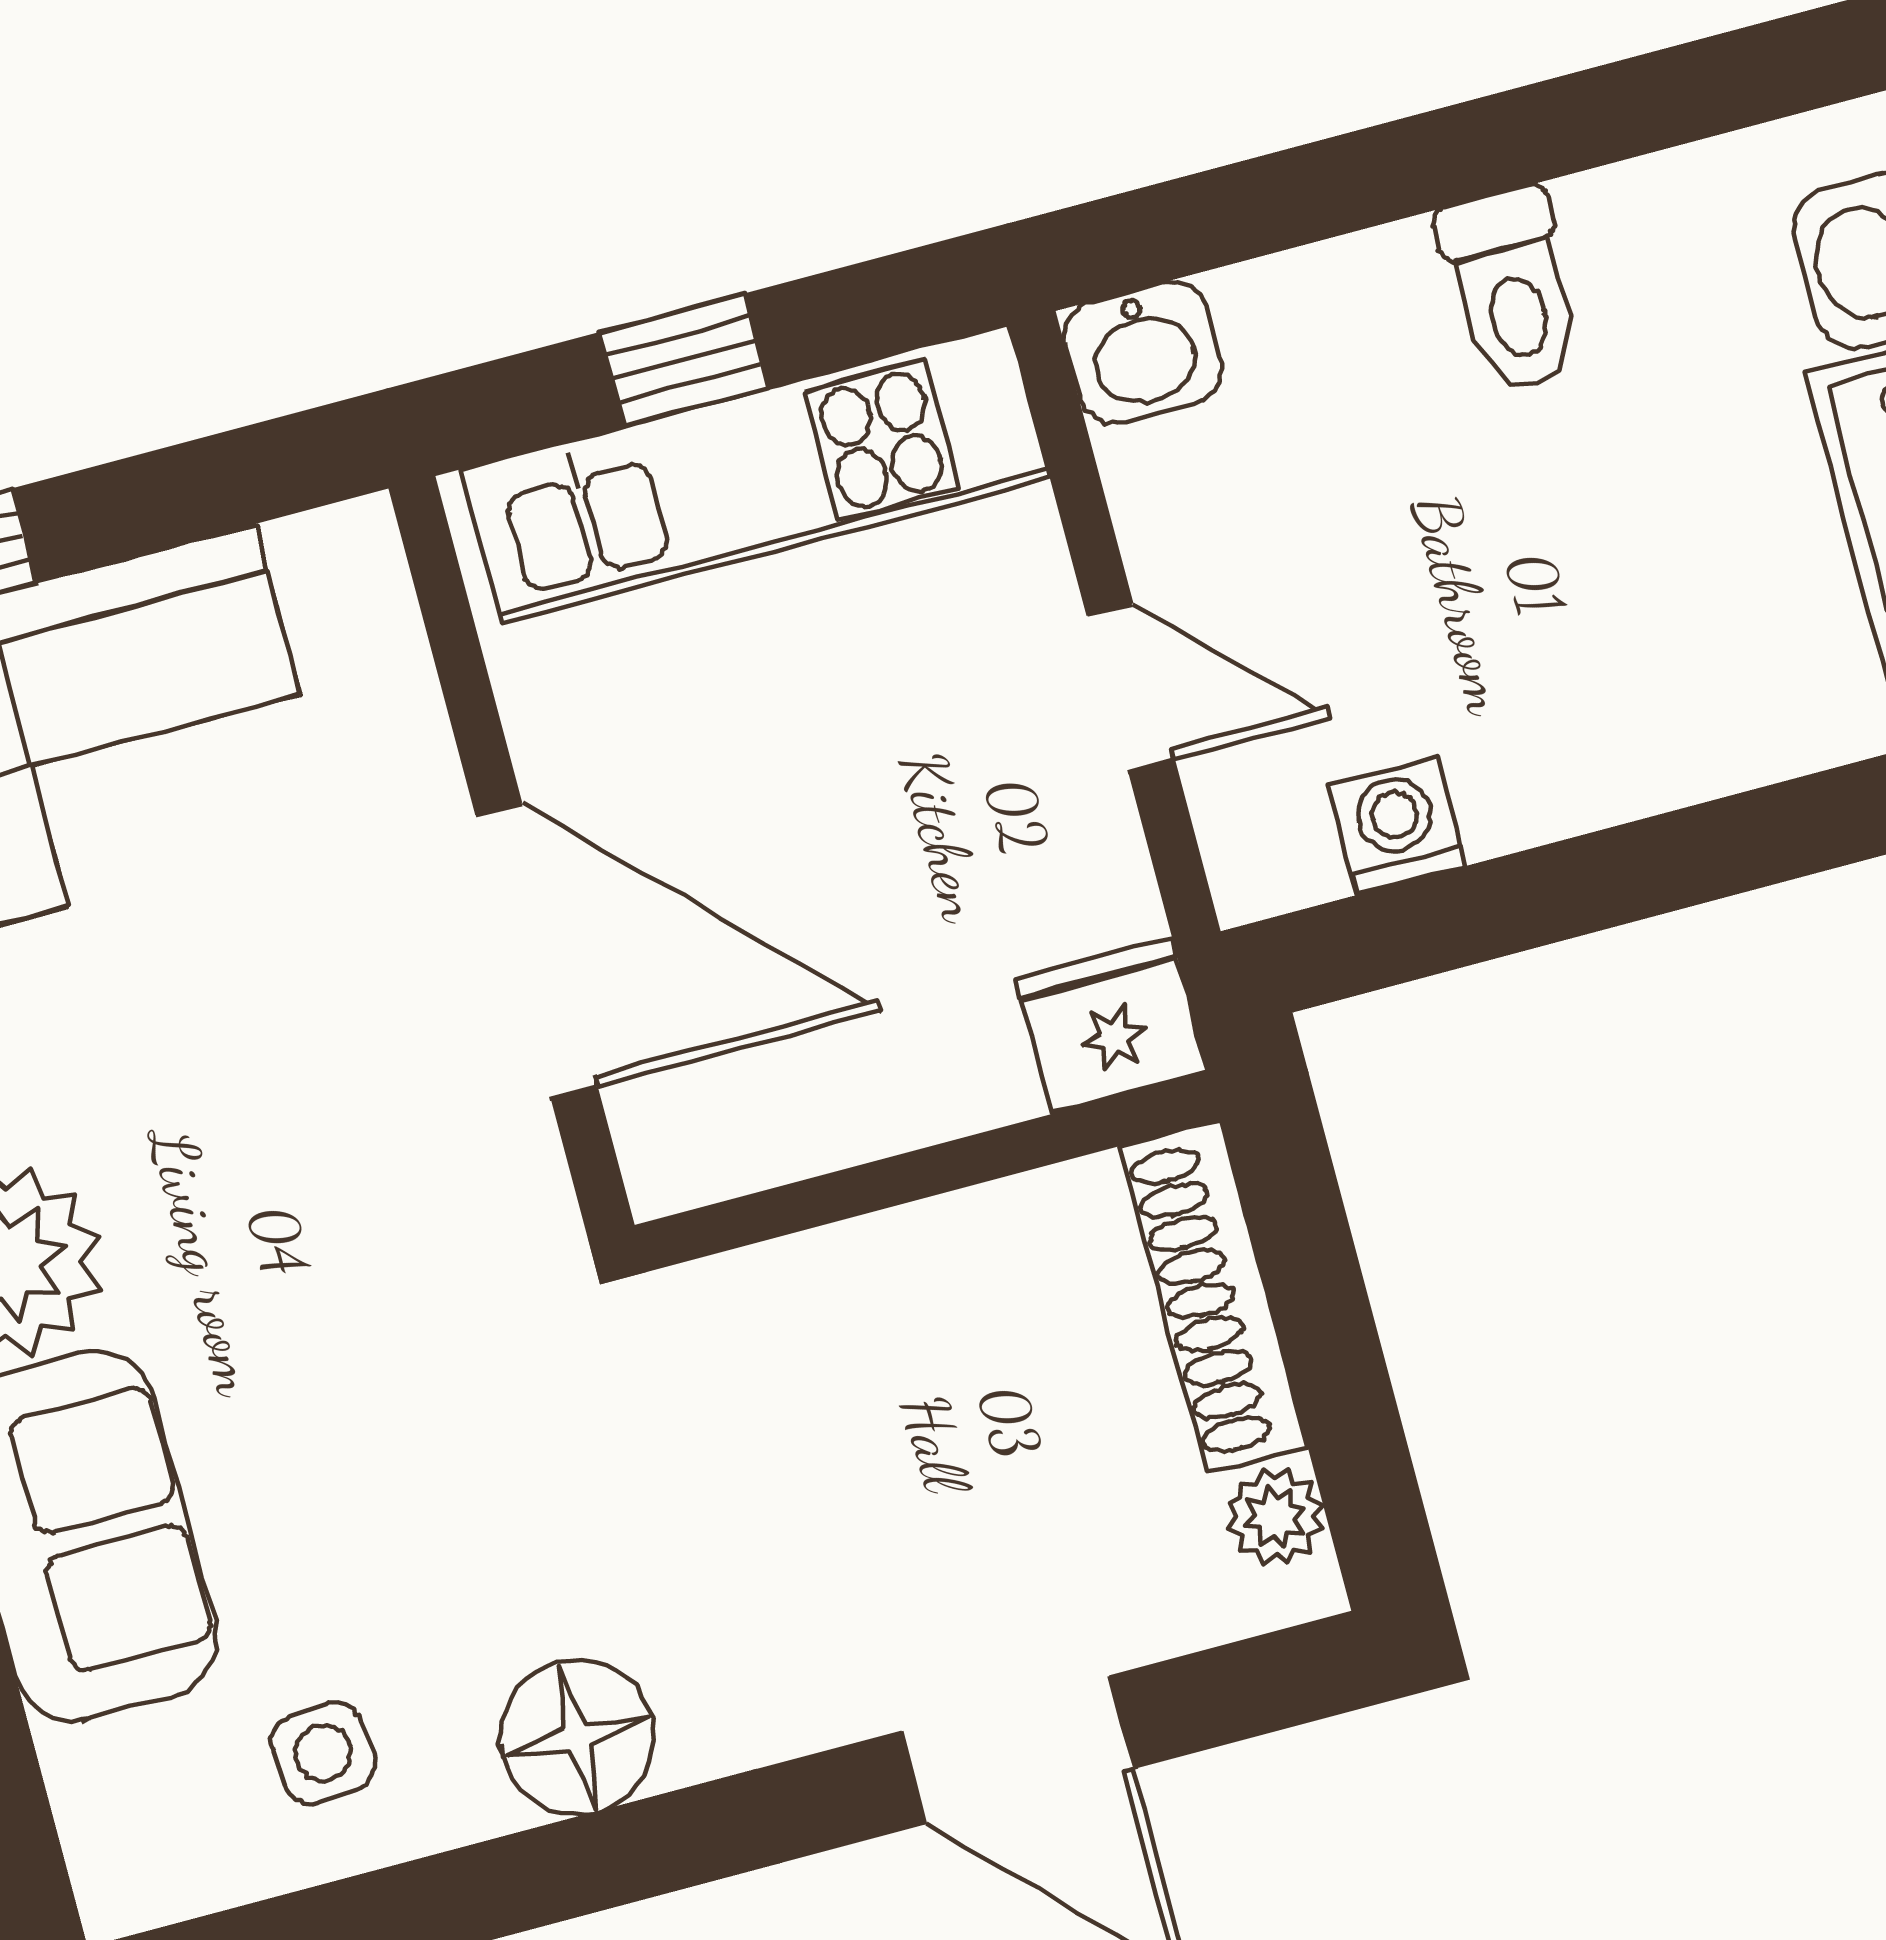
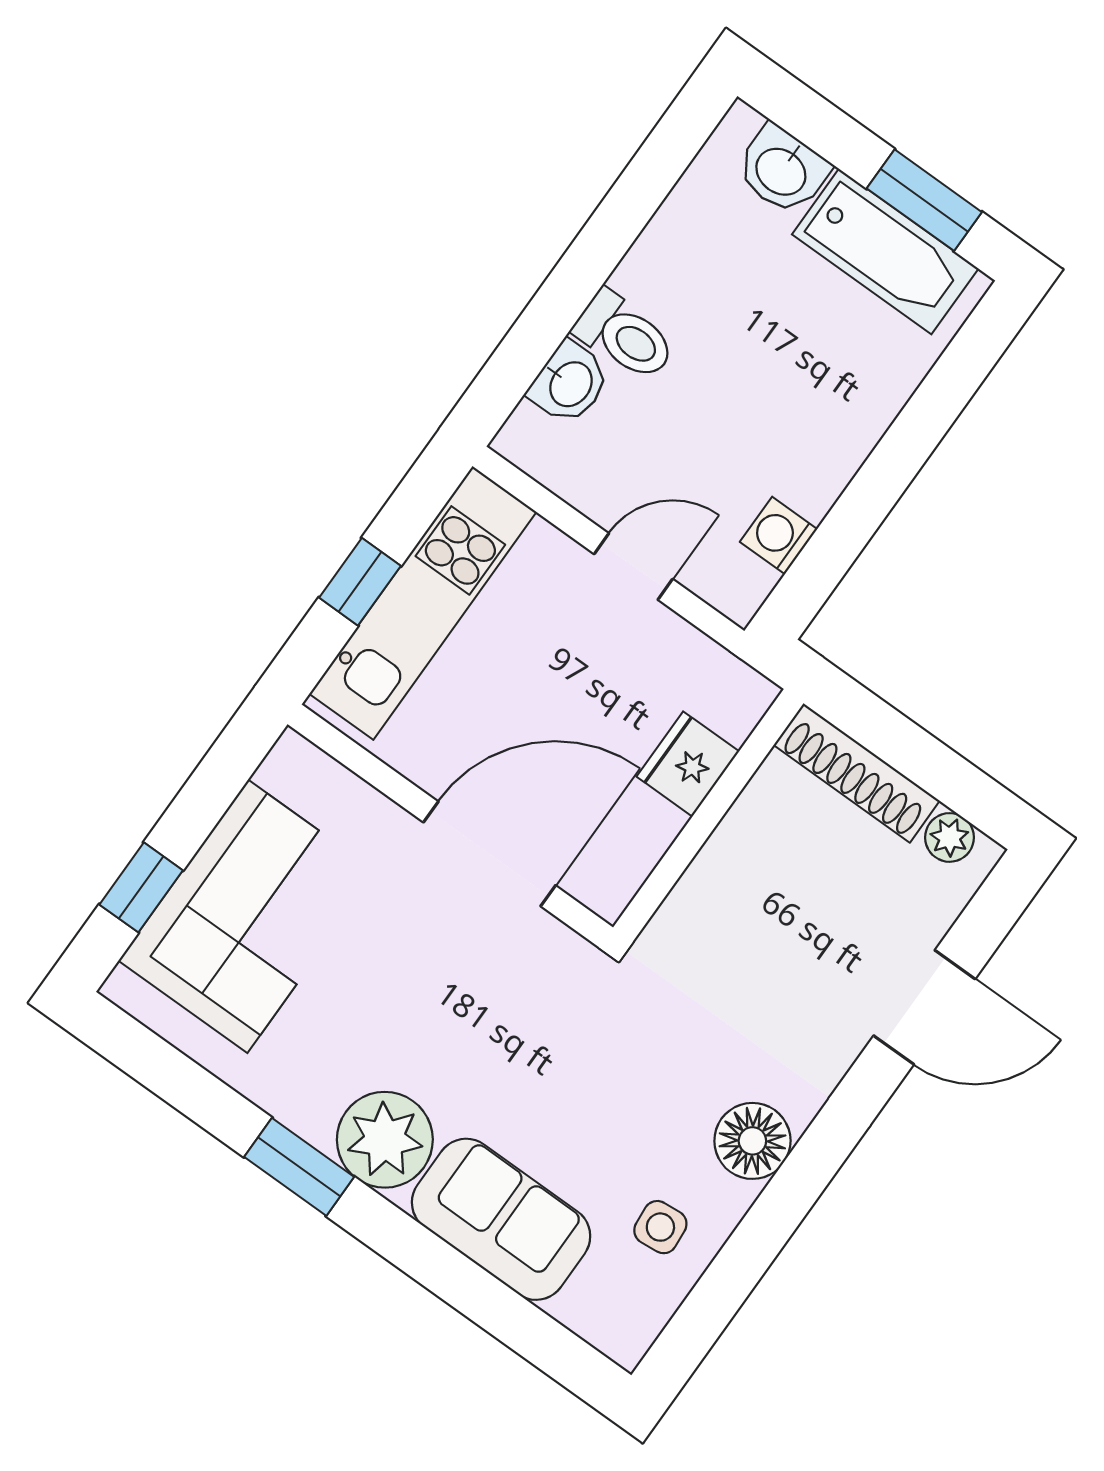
toilet: (1512, 291) -> (625, 336), moved
washbasin: (1143, 352) -> (570, 383), moved
fridge: (1112, 1026) -> (688, 764), moved

